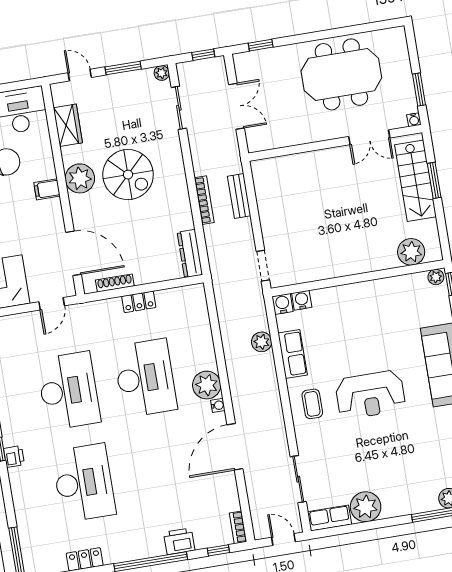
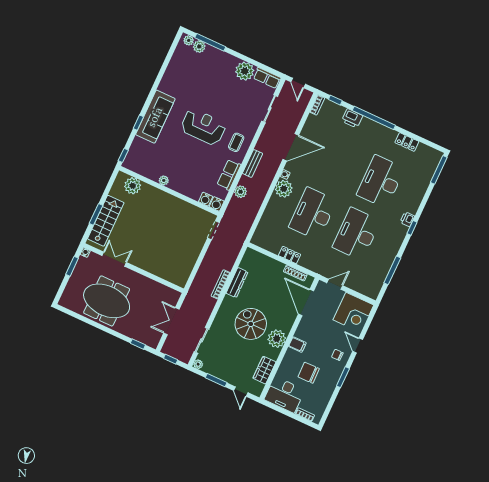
bench: (239, 196) -> (253, 163), moved
dresser: (190, 253) -> (237, 283), moved
plant: (436, 277) -> (164, 180), moved

